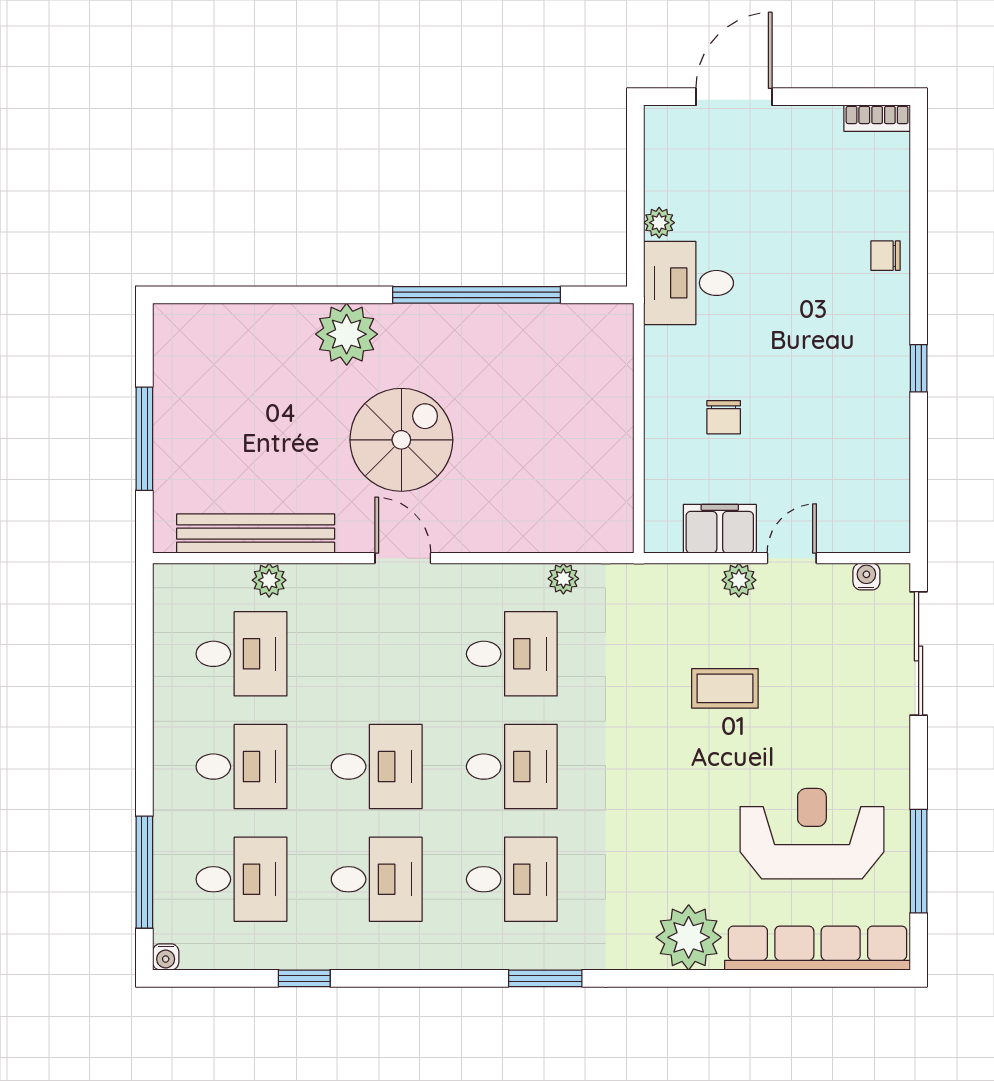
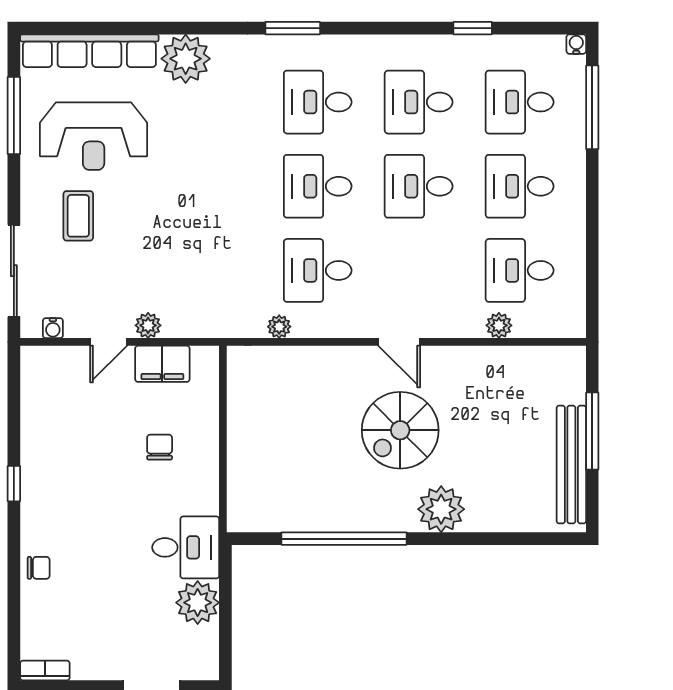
plant: (659, 223) -> (198, 603), width x1.87, depth x1.87
bench: (256, 534) -> (571, 465), moved, turned 90
coffee table: (725, 688) -> (78, 216), moved, turned 90

